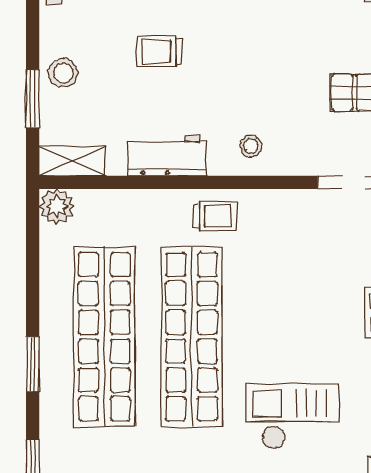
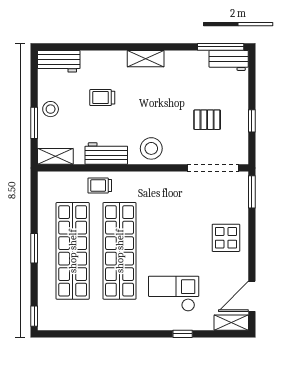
stool: (251, 146) -> (151, 148), width x1.89, depth x1.89
plant: (57, 207) -> (47, 181), removed
trolley: (215, 216) -> (100, 186), moved, turned 180
window: (33, 364) -> (34, 248), moved

